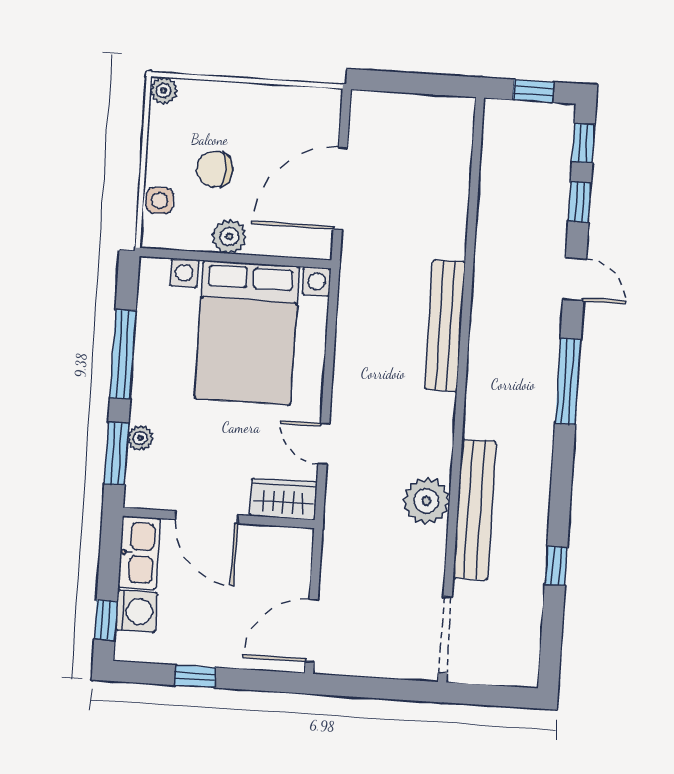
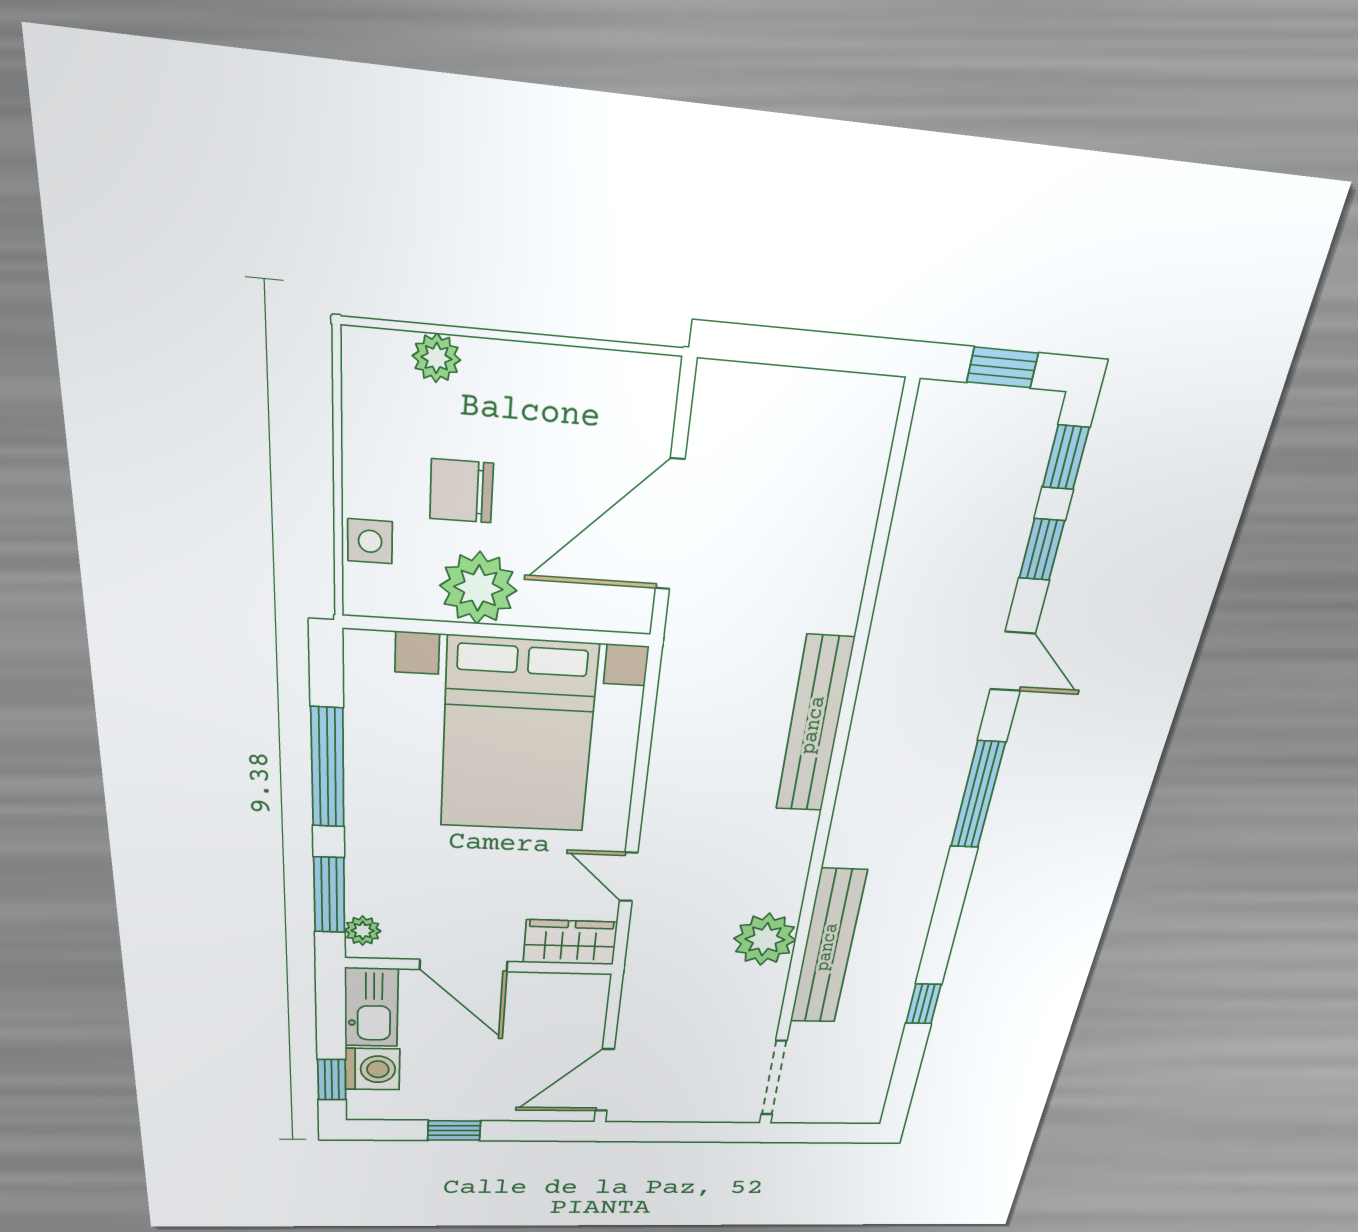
plant: (164, 91) -> (436, 358), moved
plant: (229, 236) -> (478, 588), width x1.36, depth x1.36
plant: (140, 438) -> (363, 931), moved

